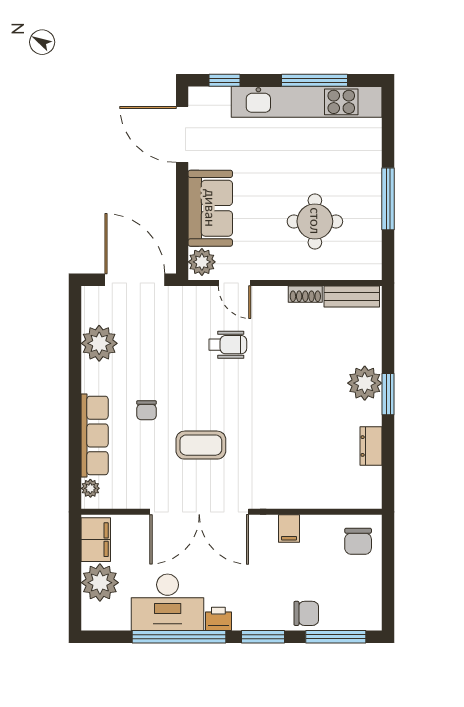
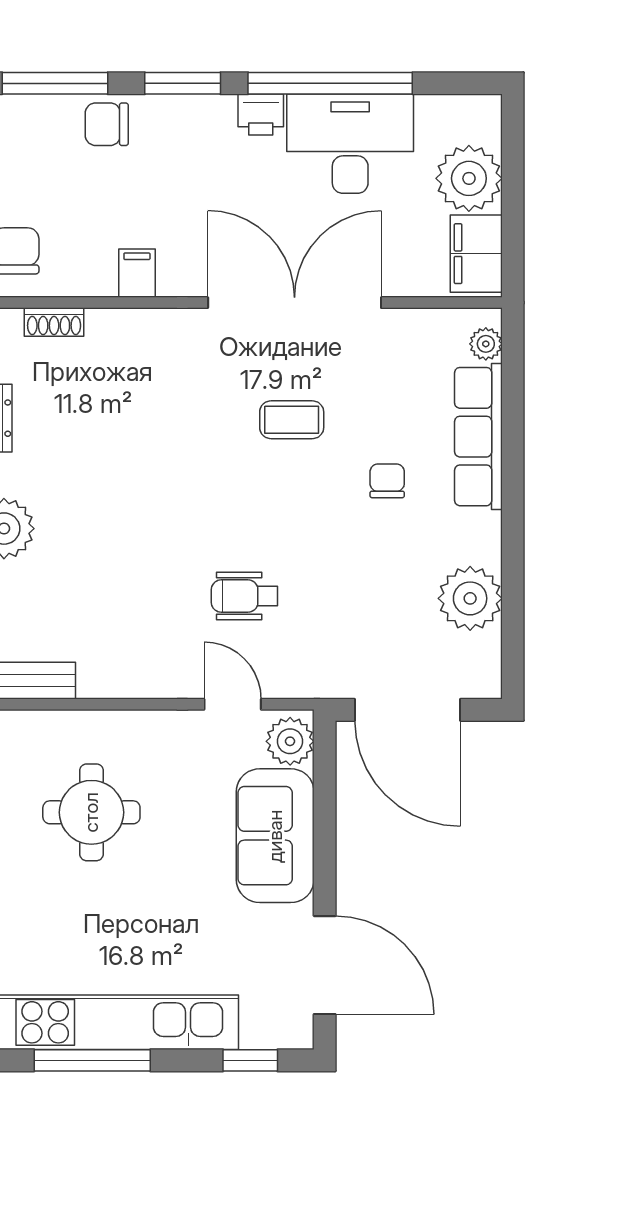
shoe rack: (305, 294) -> (54, 322), moved, turned 180
coffee table: (201, 445) -> (292, 420), width x0.73, depth x0.77

